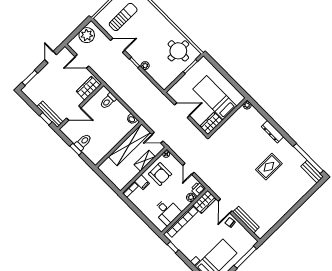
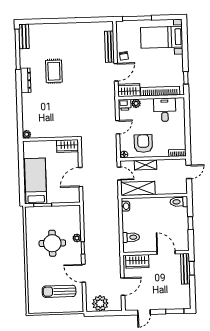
round table: (178, 51) -> (52, 243), moved
door: (82, 61) -> (123, 287), hinge flipped
bed: (215, 98) -> (36, 181), moved, turned 180
door: (182, 110) -> (81, 177), hinge flipped
dresser: (272, 132) -> (26, 80), moved
toilet: (83, 142) -> (179, 202), moved
shelving: (129, 145) -> (138, 188), width x0.68
rug: (269, 167) -> (54, 71), turned 90
filing cabinet: (142, 182) -> (163, 150), removed
door: (110, 184) -> (189, 172), added

